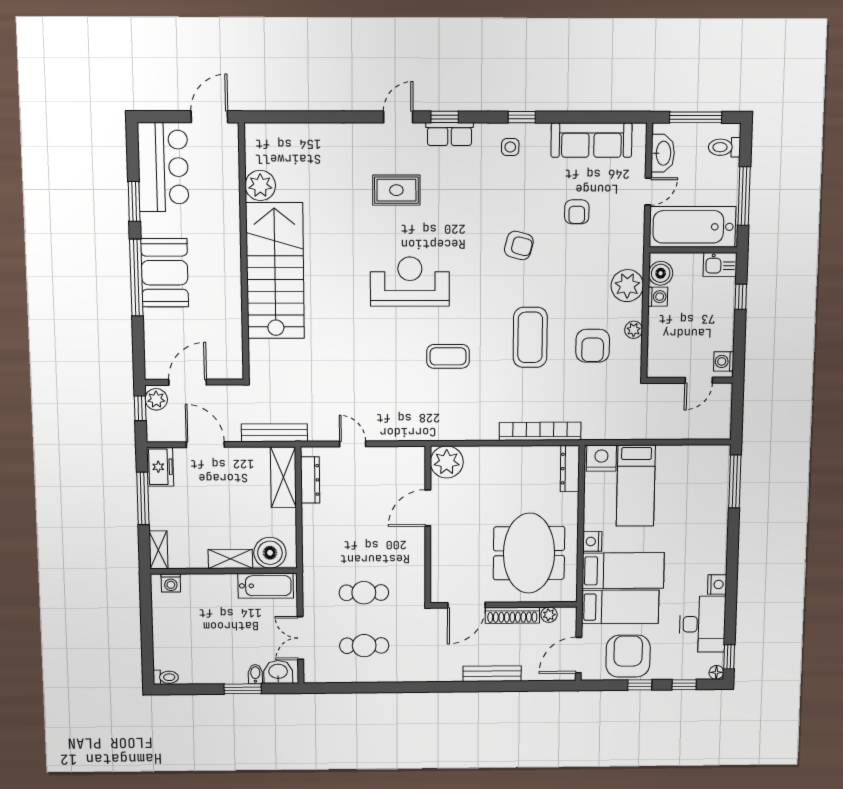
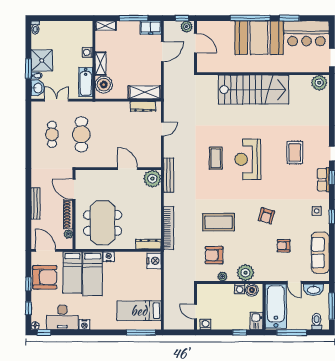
plant: (260, 185) -> (319, 83), moved
booth: (165, 273) -> (259, 38), width x1.36, depth x1.42
reception desk: (410, 282) -> (248, 159), turned 180
coffee table: (448, 356) -> (216, 158), moved
bench: (274, 433) -> (169, 175), moved
bed: (636, 486) -> (139, 311), moved
meeting table: (529, 553) -> (103, 223), turned 90
washing machine: (171, 583) -> (88, 52), moved
cafe table: (364, 593) -> (81, 134), width x1.37, depth x1.35
shower: (227, 665) -> (42, 60), added

